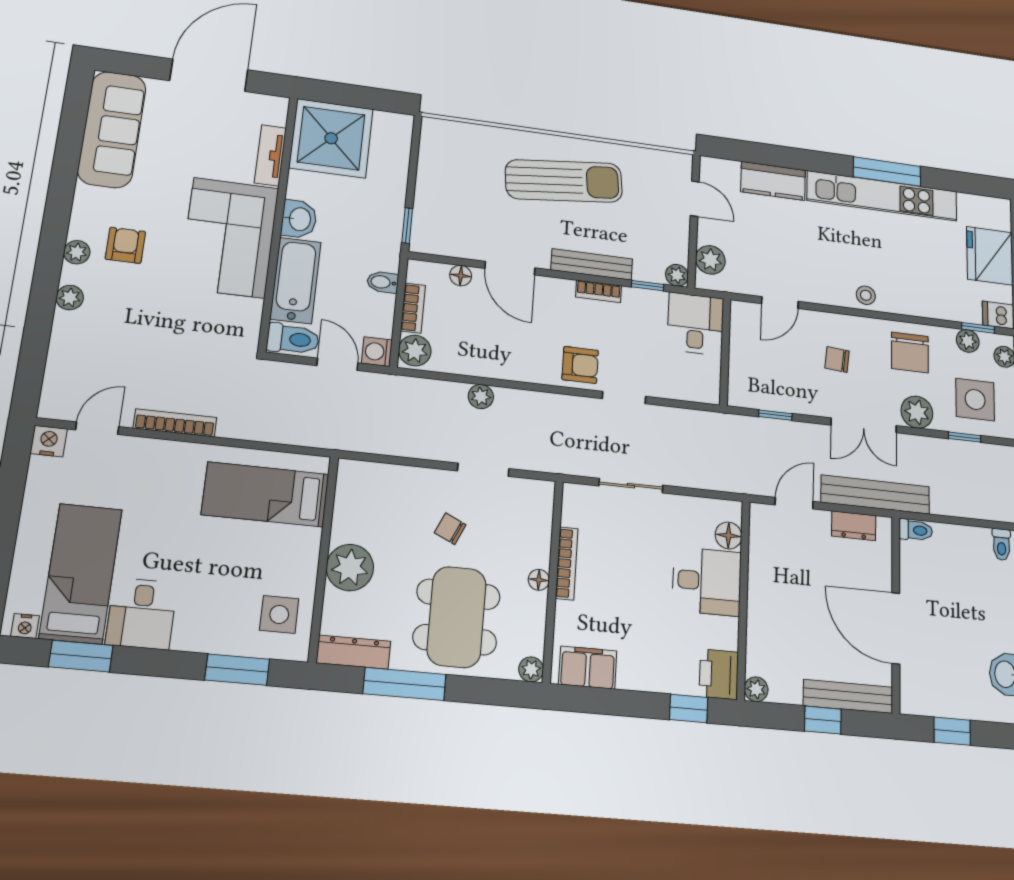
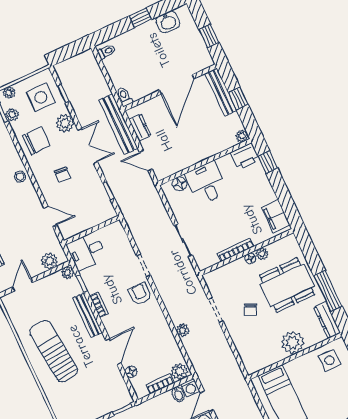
bidet: (383, 282) -> (178, 394), moved
plant: (531, 669) -> (262, 254), moved

